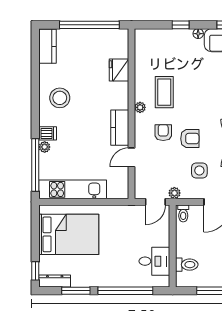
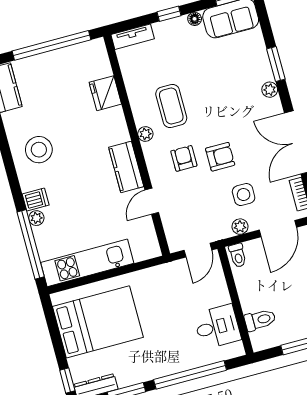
tv unit: (150, 34) -> (133, 37), added
plant: (174, 193) -> (240, 227), moved

